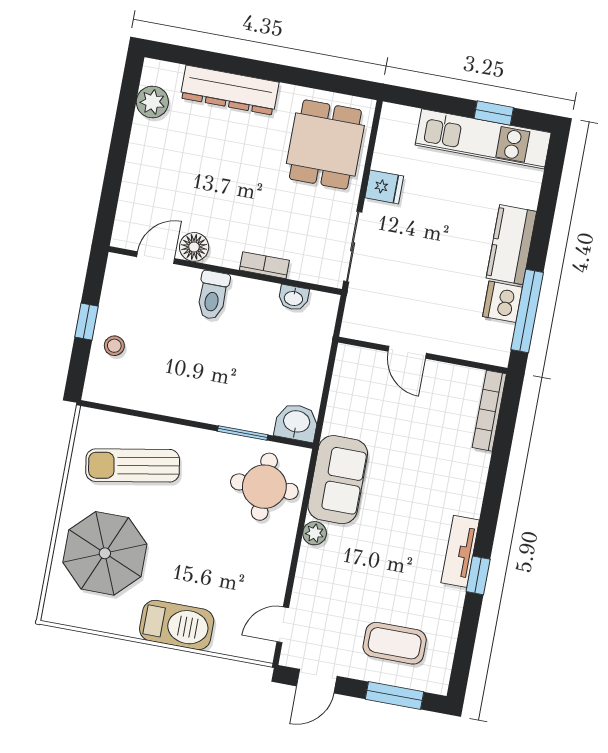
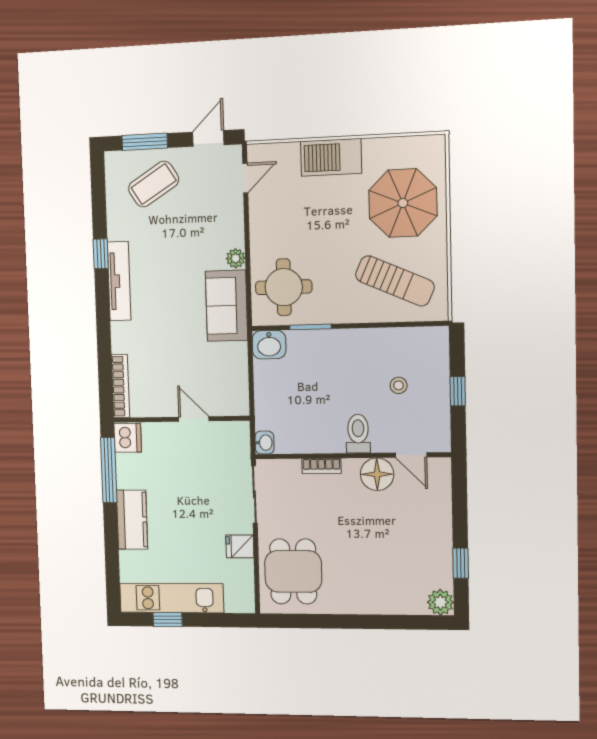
dresser: (230, 90) -> (379, 601), removed
plant: (152, 102) -> (440, 602), moved
window: (124, 118) -> (461, 563), added
floor lamp: (194, 247) -> (377, 474), width x1.38, depth x1.38
door: (156, 258) -> (411, 455), hinge flipped
washbasin: (294, 298) -> (265, 443), moved, turned 90
dishwasher: (503, 302) -> (128, 438), moved
stool: (114, 346) -> (399, 385), moved
sun lounger: (133, 465) -> (395, 281), turned 34
tv unit: (460, 551) -> (119, 281), width x1.41
coffee table: (395, 643) -> (154, 184), turned -32

